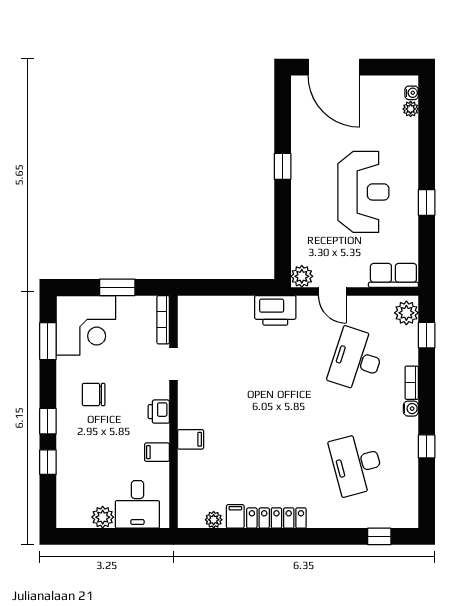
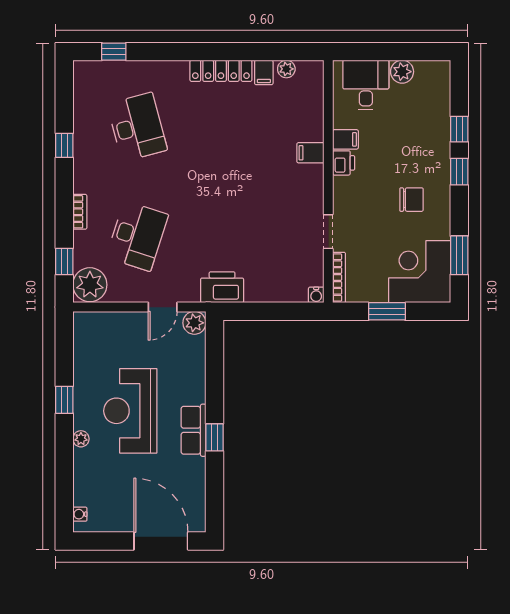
plant: (411, 109) -> (81, 439), moved
row of seats: (393, 275) -> (193, 430), moved, turned 90
door: (332, 291) -> (163, 307), swing flipped
plant: (406, 313) -> (90, 285), width x1.36, depth x1.36
water cooler: (411, 409) -> (316, 295), moved, turned -90
printer: (159, 412) -> (344, 163), moved

